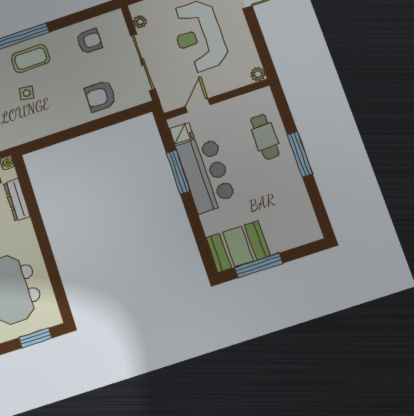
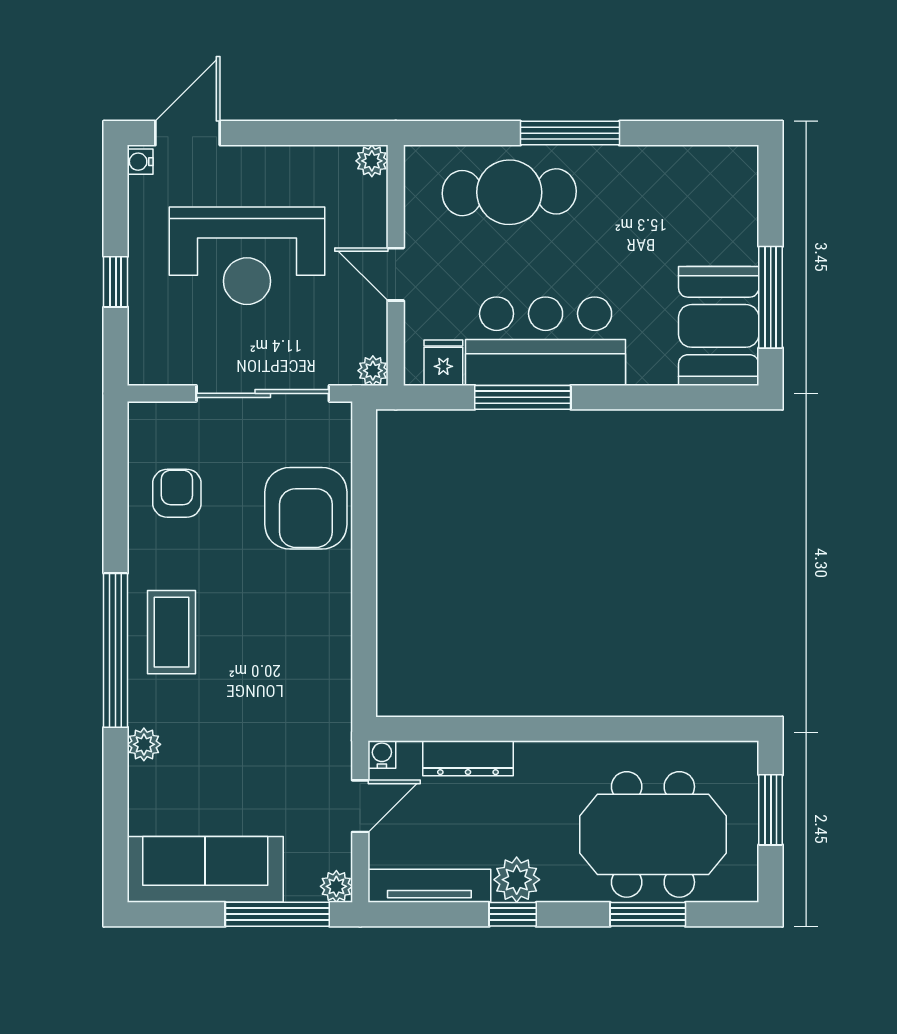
plant: (140, 22) -> (373, 371), moved
side table: (27, 93) -> (244, 665), removed
armchair: (100, 96) -> (306, 508), width x1.36, depth x1.36
door: (198, 106) -> (396, 274), moved
cafe table: (265, 137) -> (509, 192), width x1.37, depth x1.35

